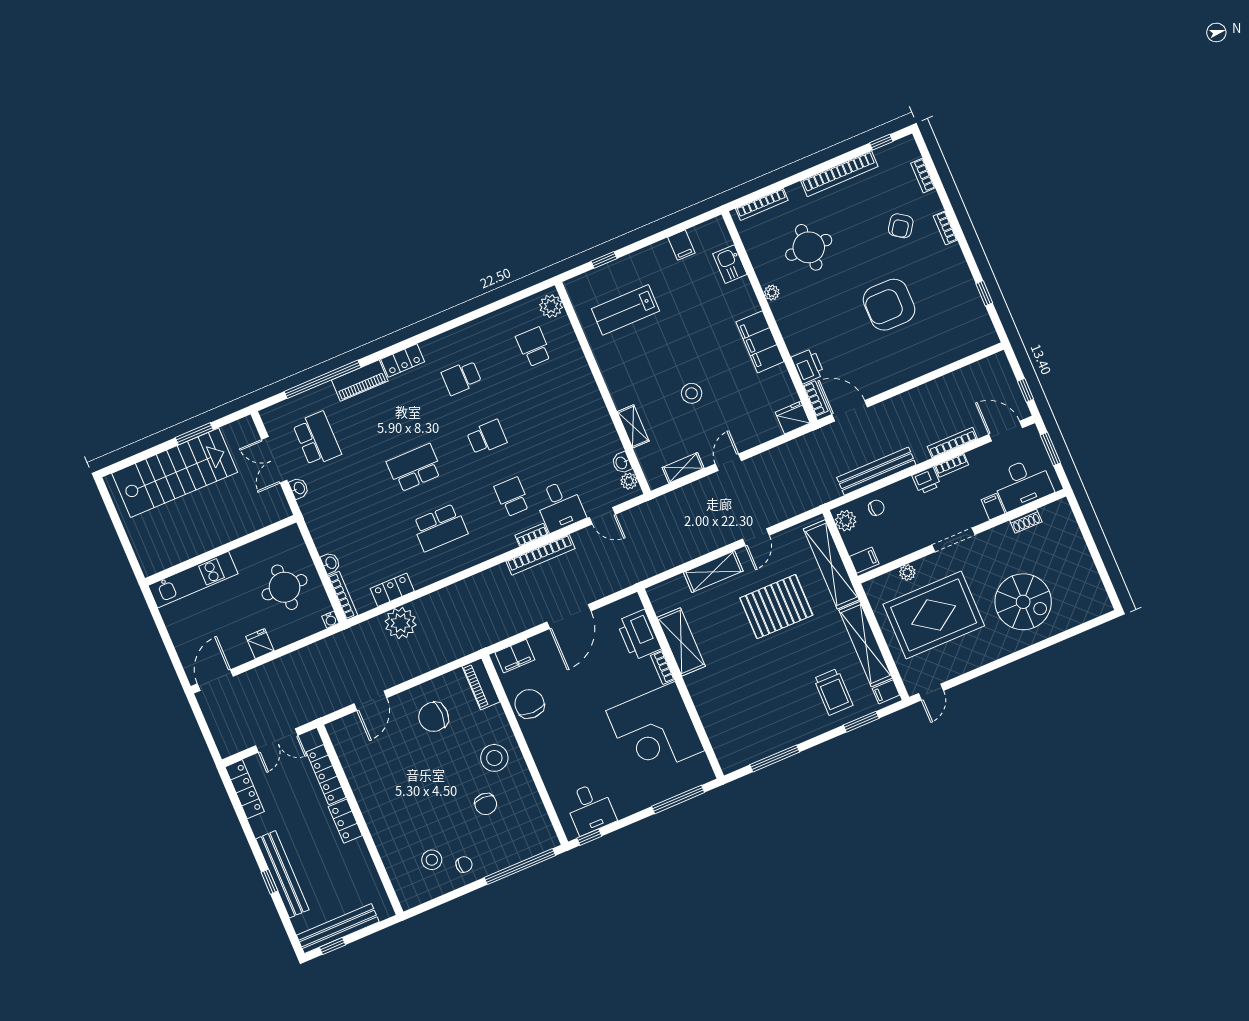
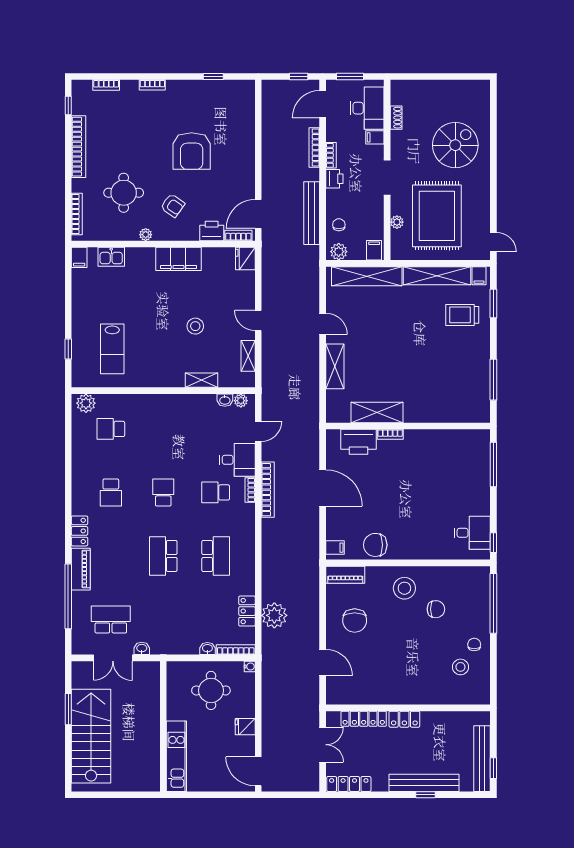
armchair: (901, 226) -> (173, 206), moved
filing cabinet: (681, 245) -> (79, 257), moved, turned 90
pallet: (776, 607) -> (381, 330), removed
filing cabinet: (515, 656) -> (335, 548), width x0.50
trolley: (833, 692) -> (462, 315), turned 180
corner desk: (655, 731) -> (435, 460), removed

